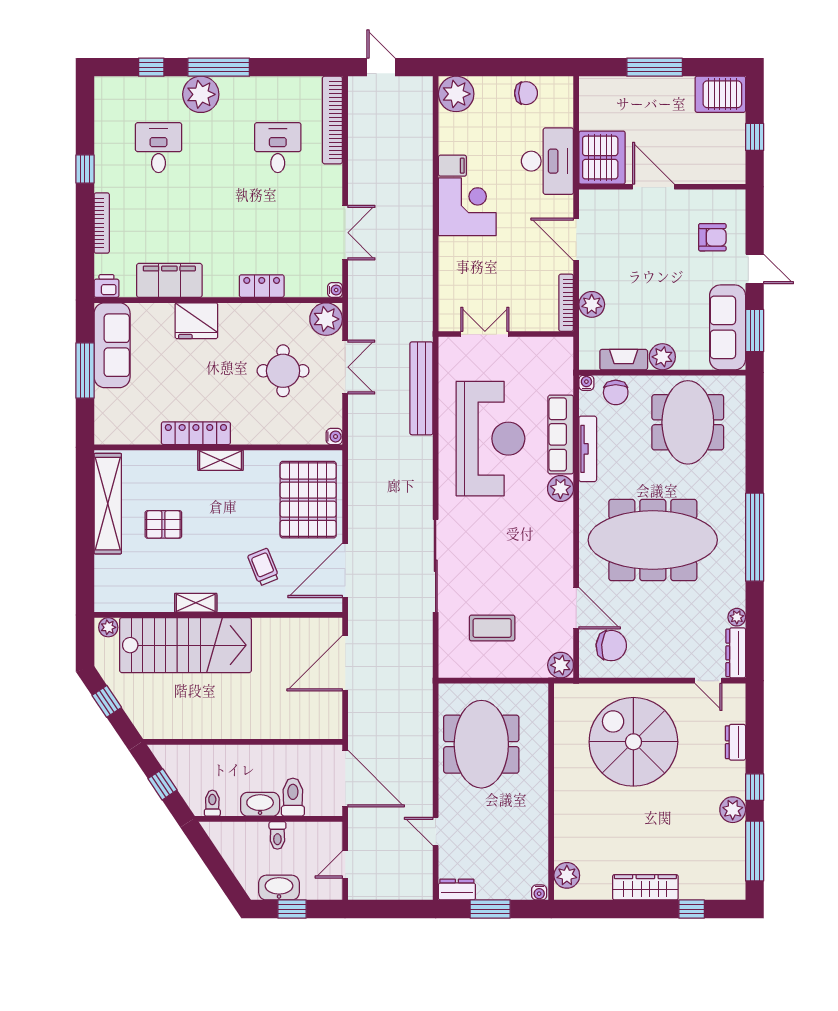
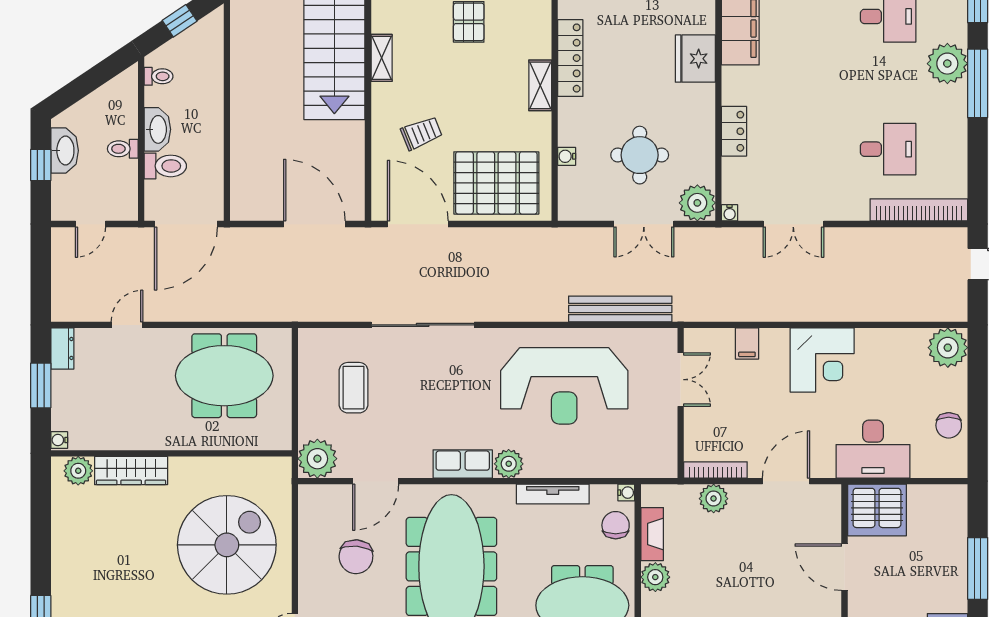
filing cabinet: (452, 166) -> (747, 343), moved
door: (653, 187) -> (844, 567), swing flipped
chair: (616, 392) -> (616, 525), turned 90
row of seats: (561, 434) -> (463, 464), moved, width x0.68
water cooler: (334, 437) -> (567, 156), moved, turned 90
chair: (611, 646) -> (356, 557), moved
plant: (561, 665) -> (317, 459), width x1.36, depth x1.36
door: (345, 864) -> (90, 224), swing flipped
wardrobe: (645, 887) -> (131, 471), moved, turned 90

